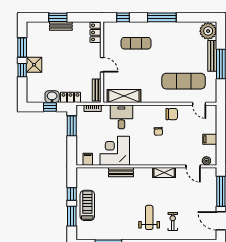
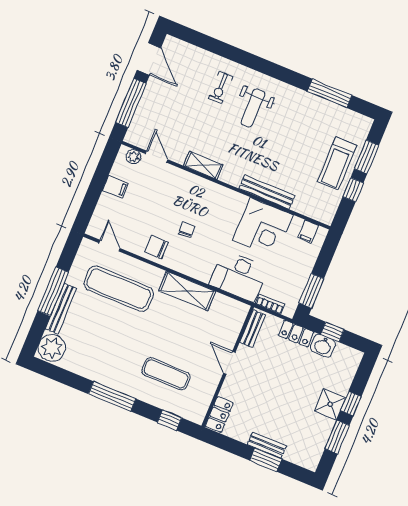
shelving: (124, 96) -> (187, 291), moved
desk: (121, 117) -> (239, 276), width x1.37
bench: (121, 172) -> (267, 192), width x1.36

